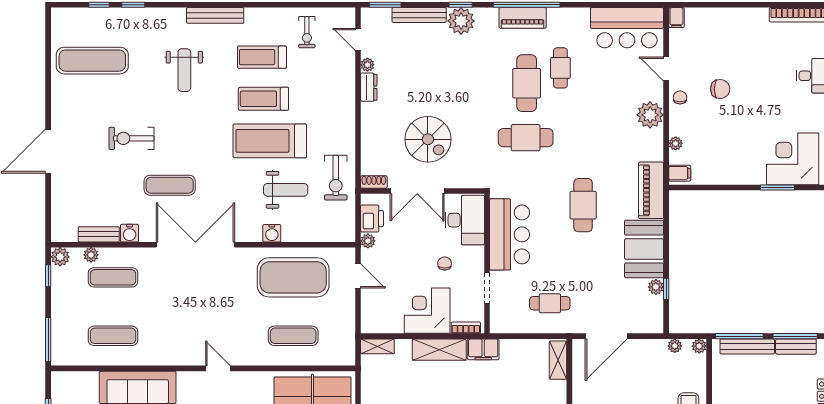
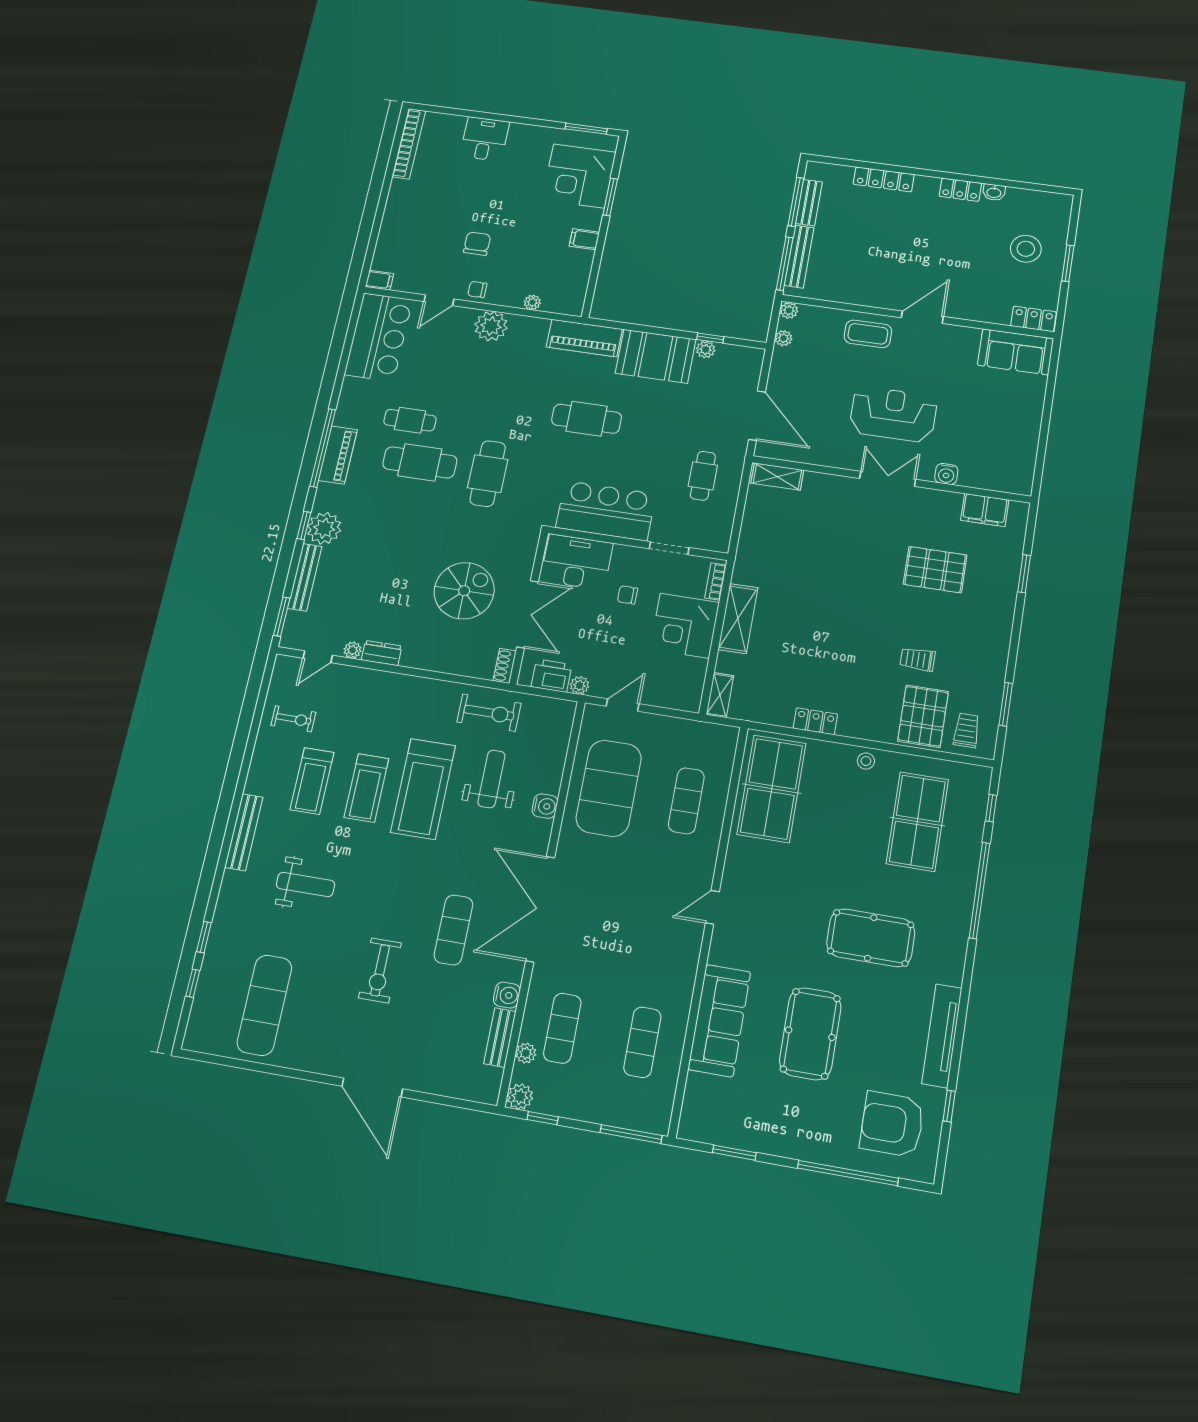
filing cabinet: (680, 173) -> (584, 239), moved, turned -90
filing cabinet: (483, 349) -> (747, 565), removed

